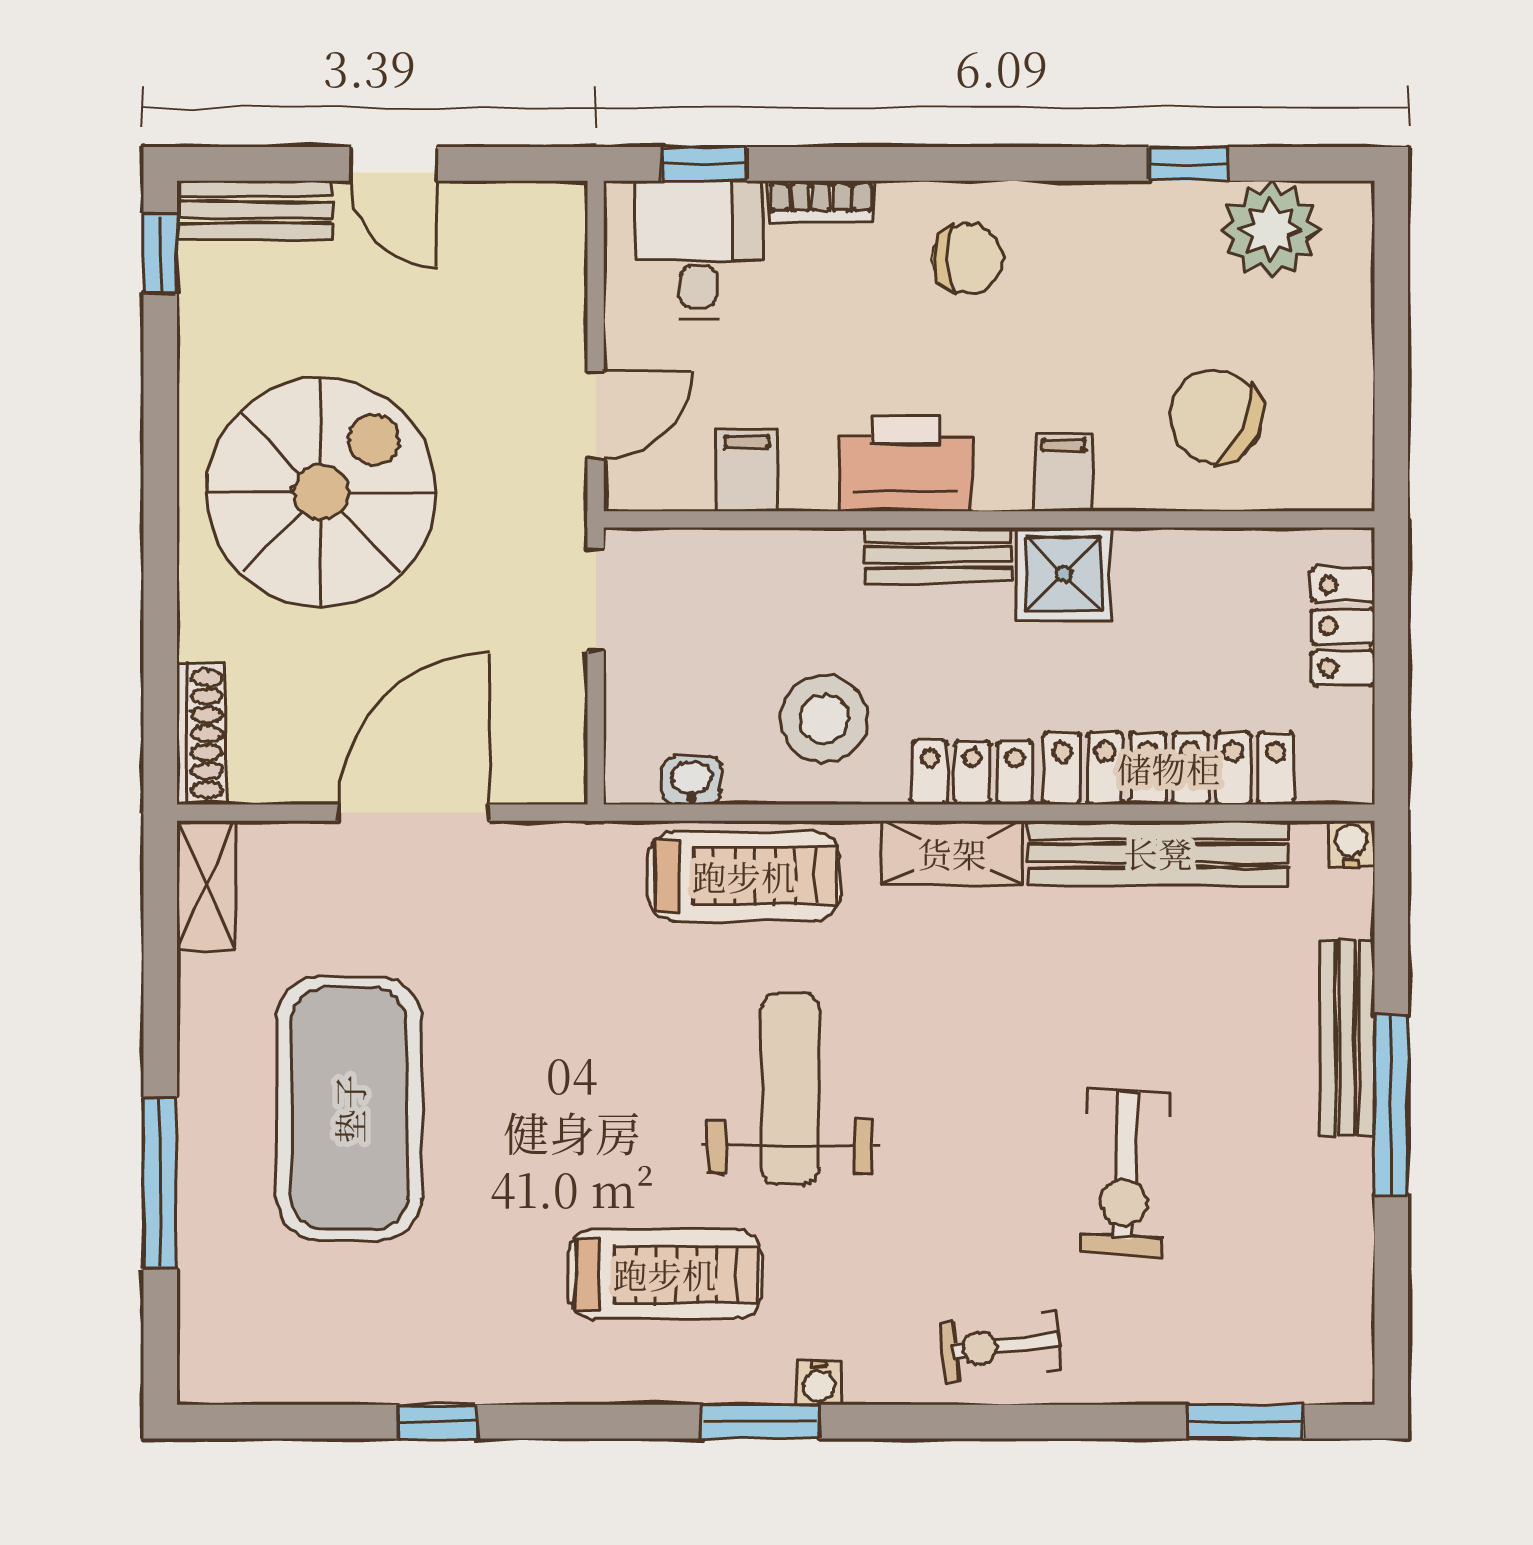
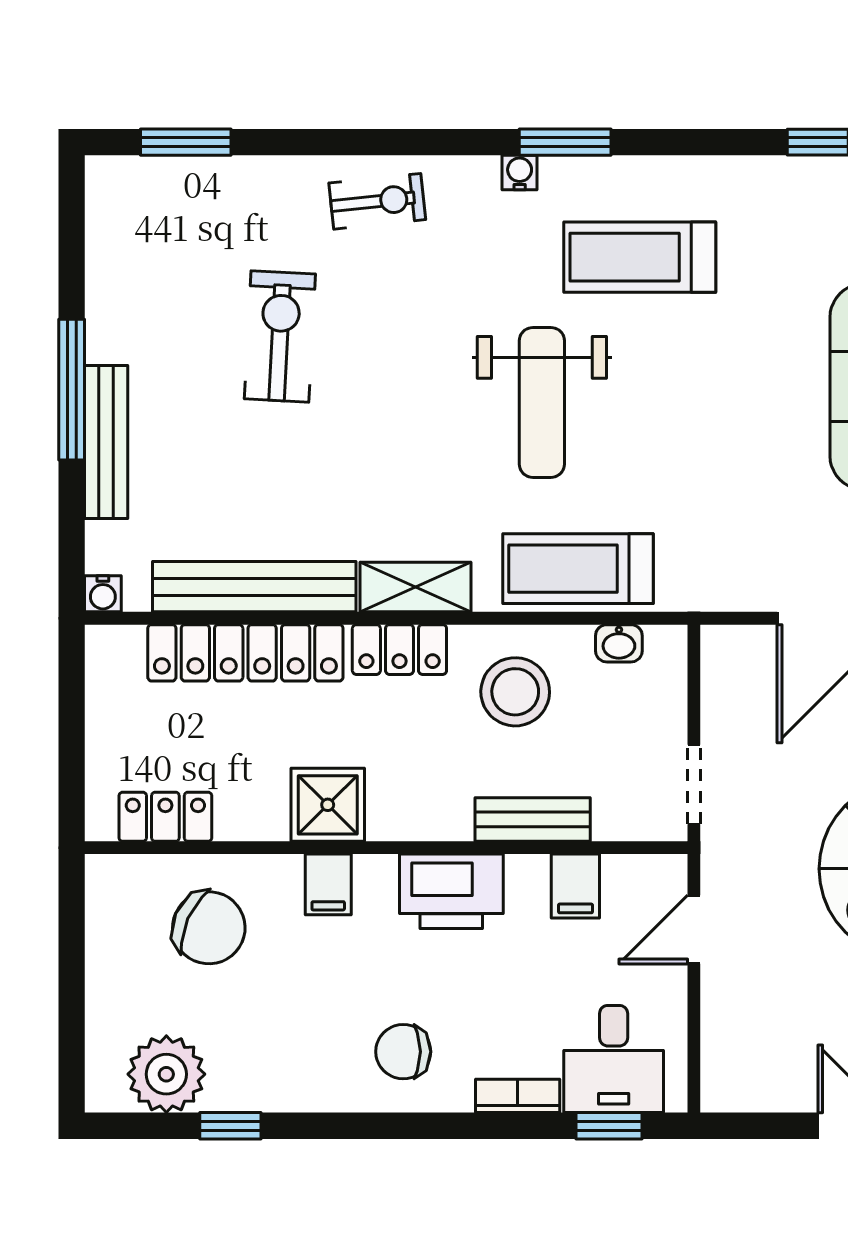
bench: (938, 555) -> (533, 820), moved
locker: (1343, 627) -> (165, 817), moved, turned -90

